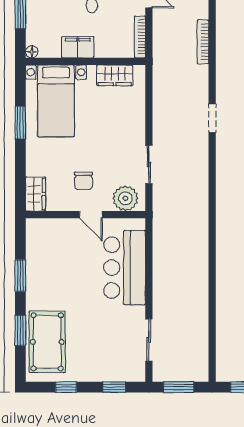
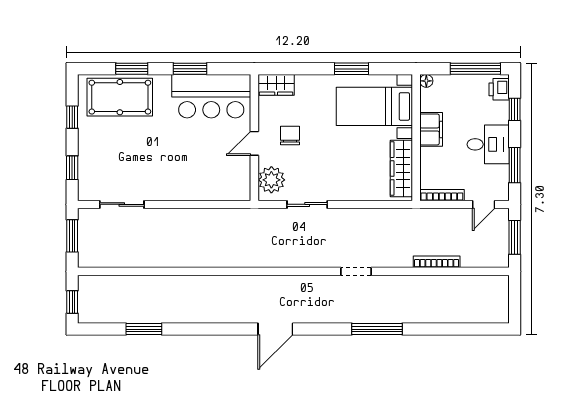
wardrobe: (115, 75) -> (401, 169), width x1.50
chair: (83, 181) -> (290, 136), turned 90
bar counter: (125, 268) -> (211, 96), moved, turned 180

